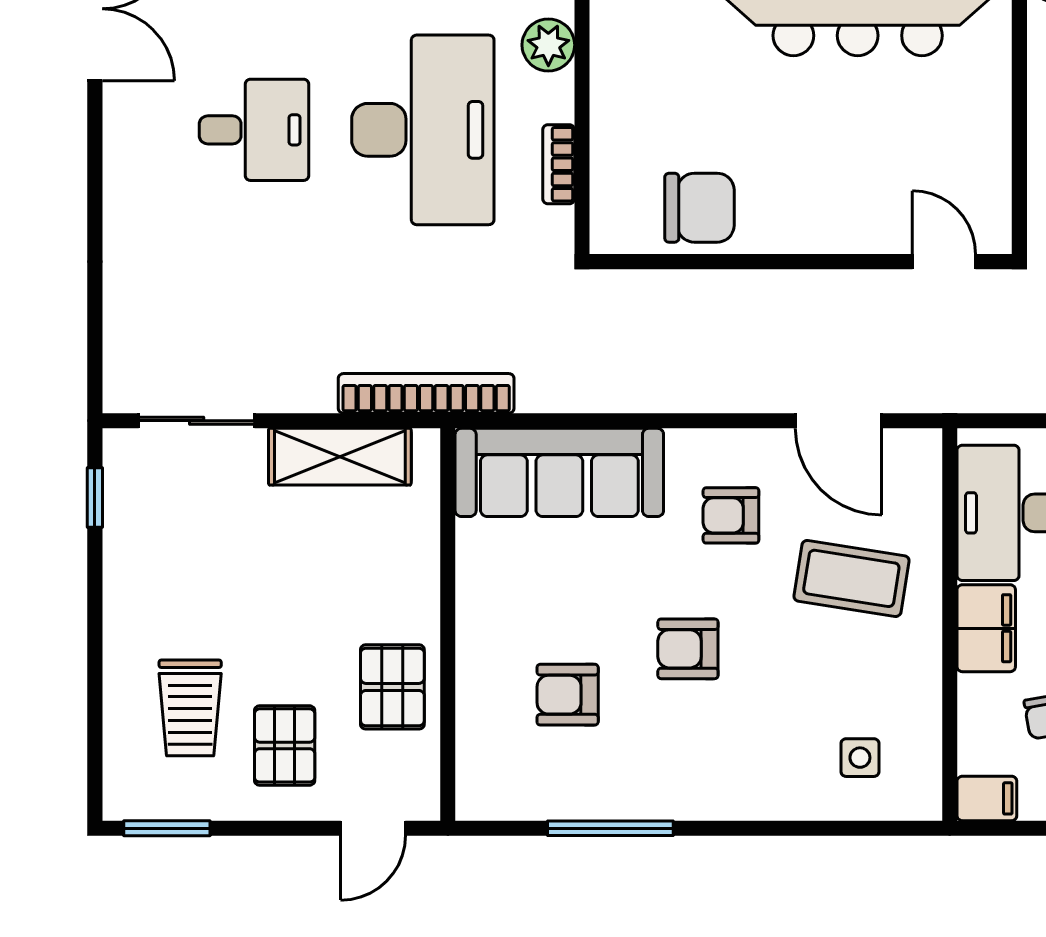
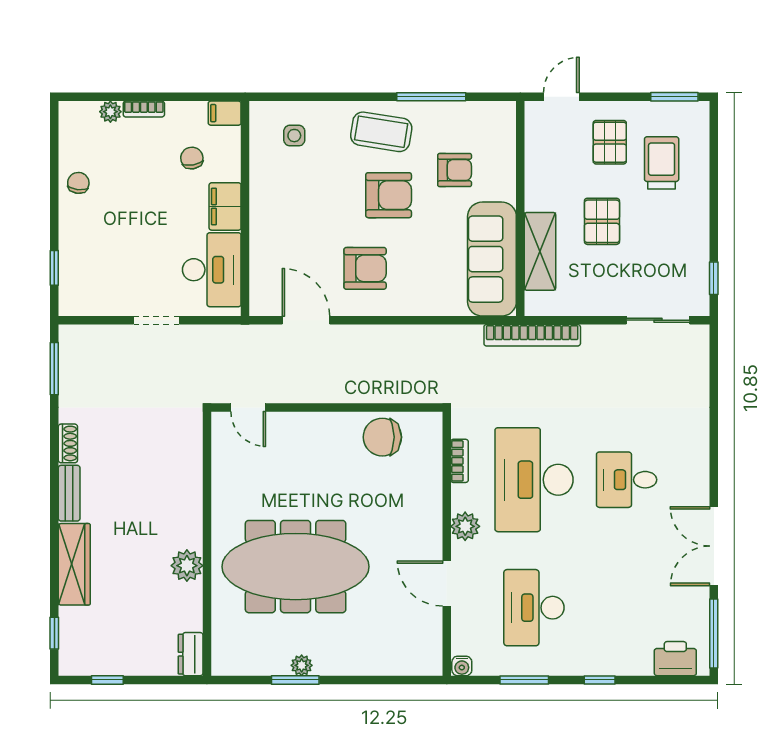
shelving: (340, 457) -> (540, 251), moved, turned 90
sofa: (559, 472) -> (492, 259), moved, turned -90
armchair: (731, 515) -> (365, 268), width x1.38, depth x1.38
coffee table: (851, 578) -> (381, 132), moved
armchair: (688, 649) -> (389, 195), width x1.38, depth x1.38
pallet: (392, 687) -> (602, 221), moved

